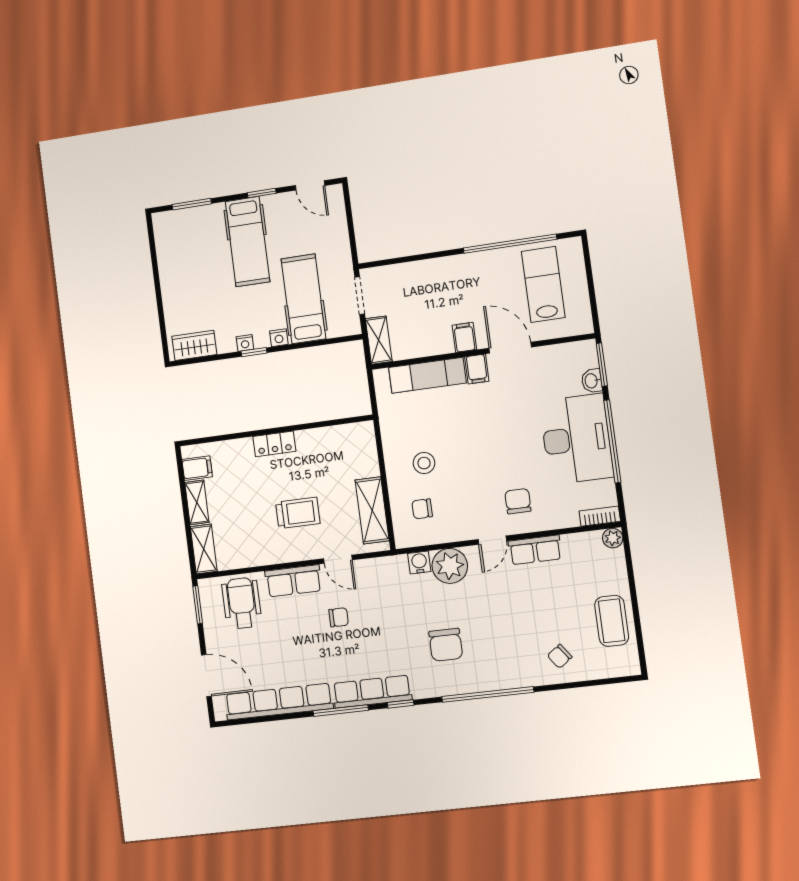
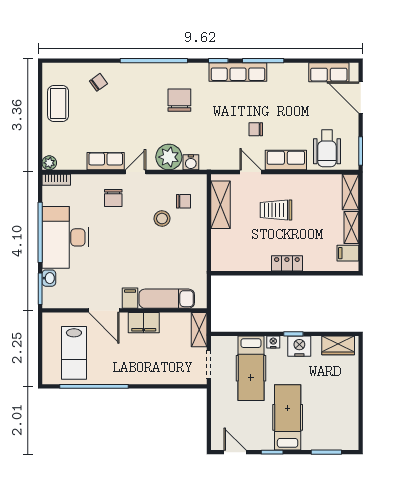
filing cabinet: (464, 337) -> (144, 323), width x2.00
nightstand: (245, 343) -> (299, 346), width x1.89, depth x1.79
stool: (424, 463) -> (162, 219), moved
row of seats: (279, 702) -> (329, 72), width x0.50

